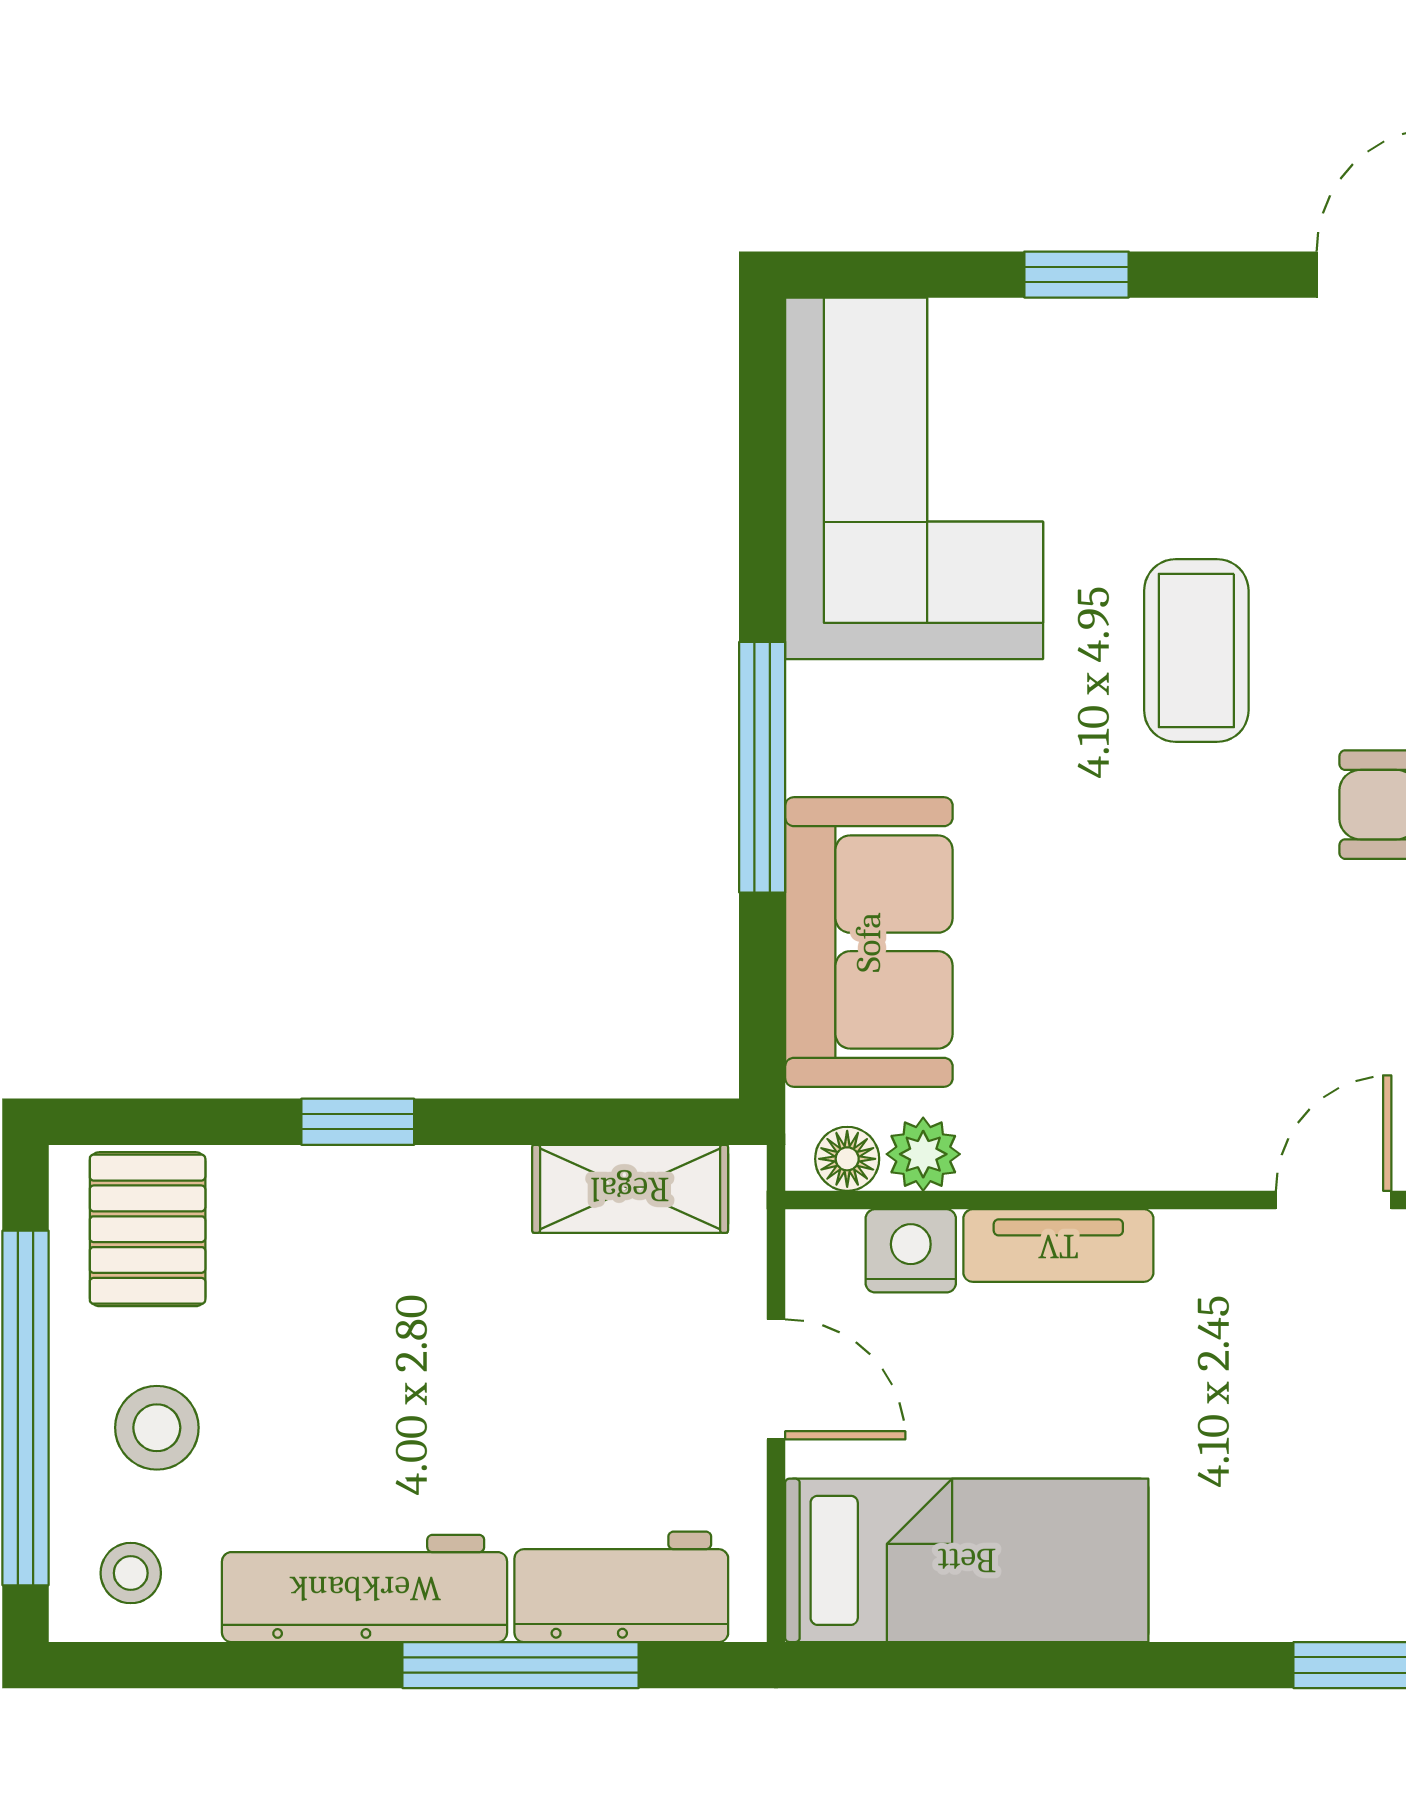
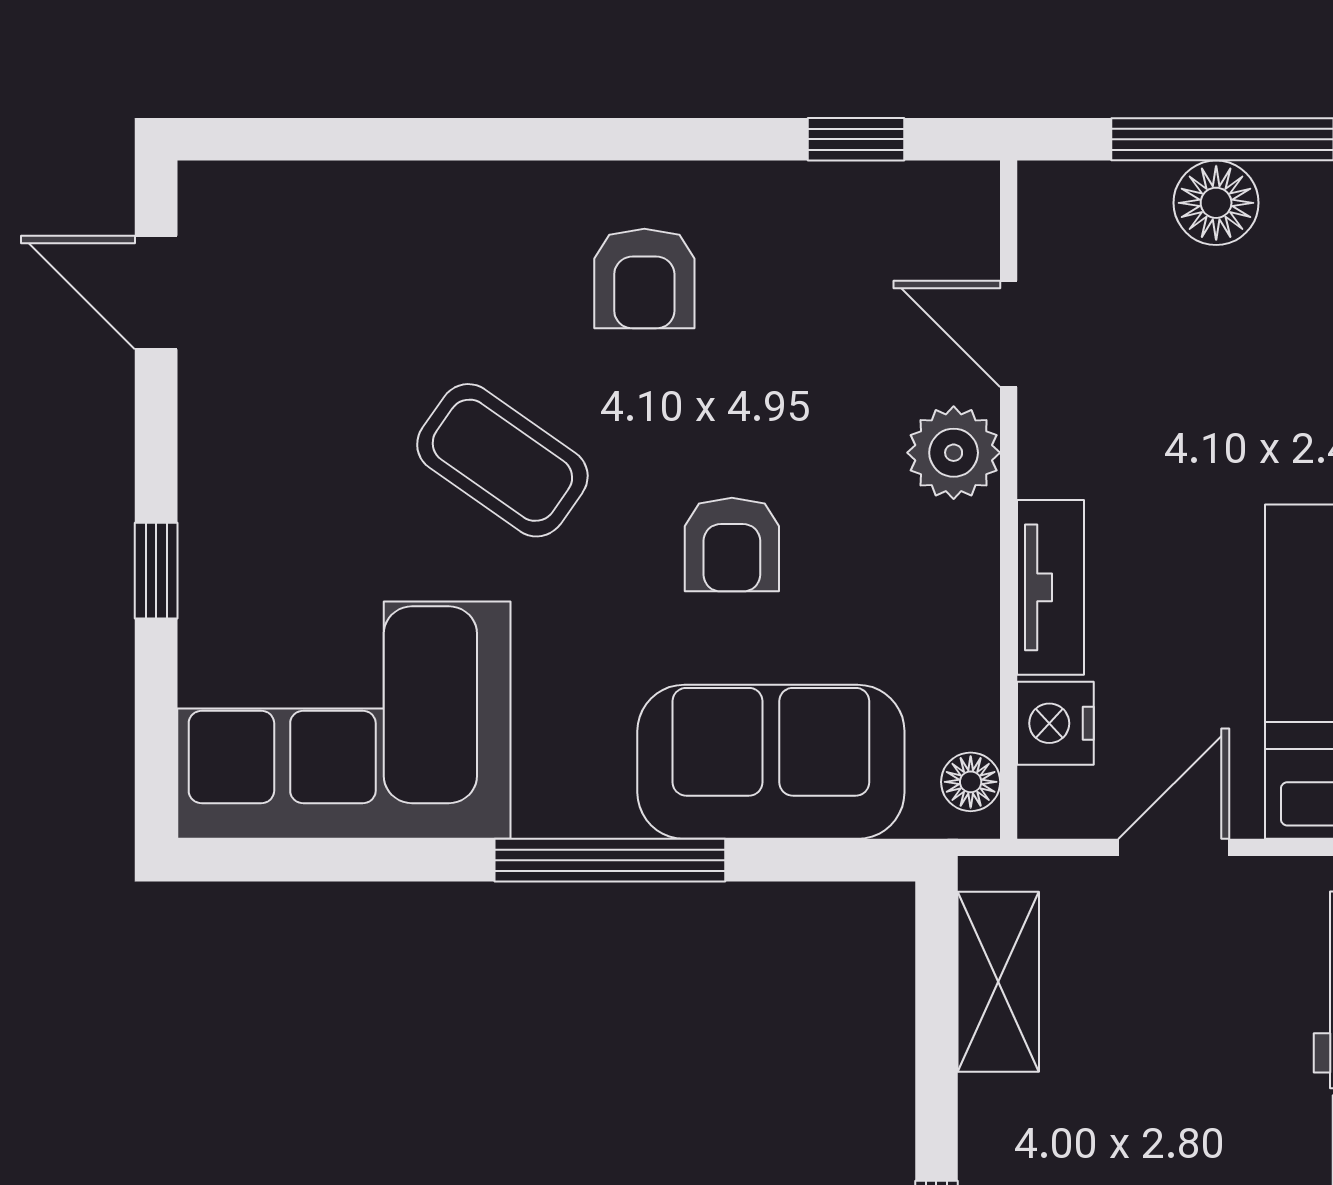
coffee table: (1196, 650) -> (502, 460), turned 35
armchair: (1105, 900) -> (732, 545), added
plant: (923, 1154) -> (954, 453), moved, width x1.38, depth x1.38

